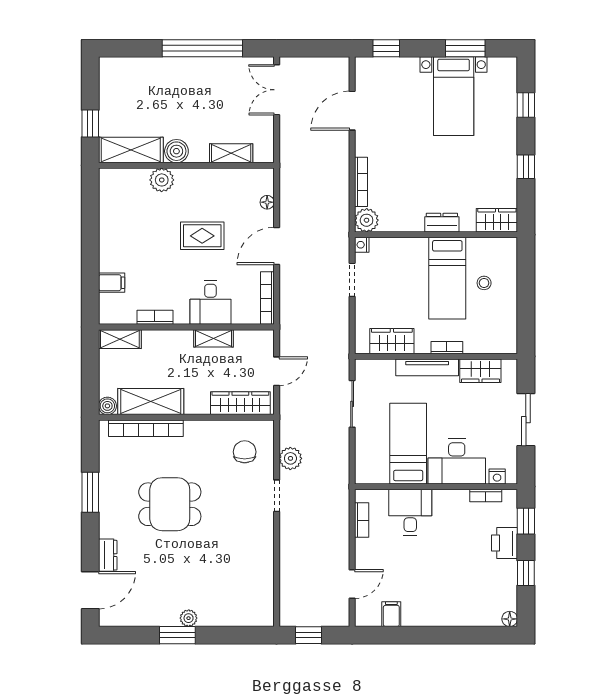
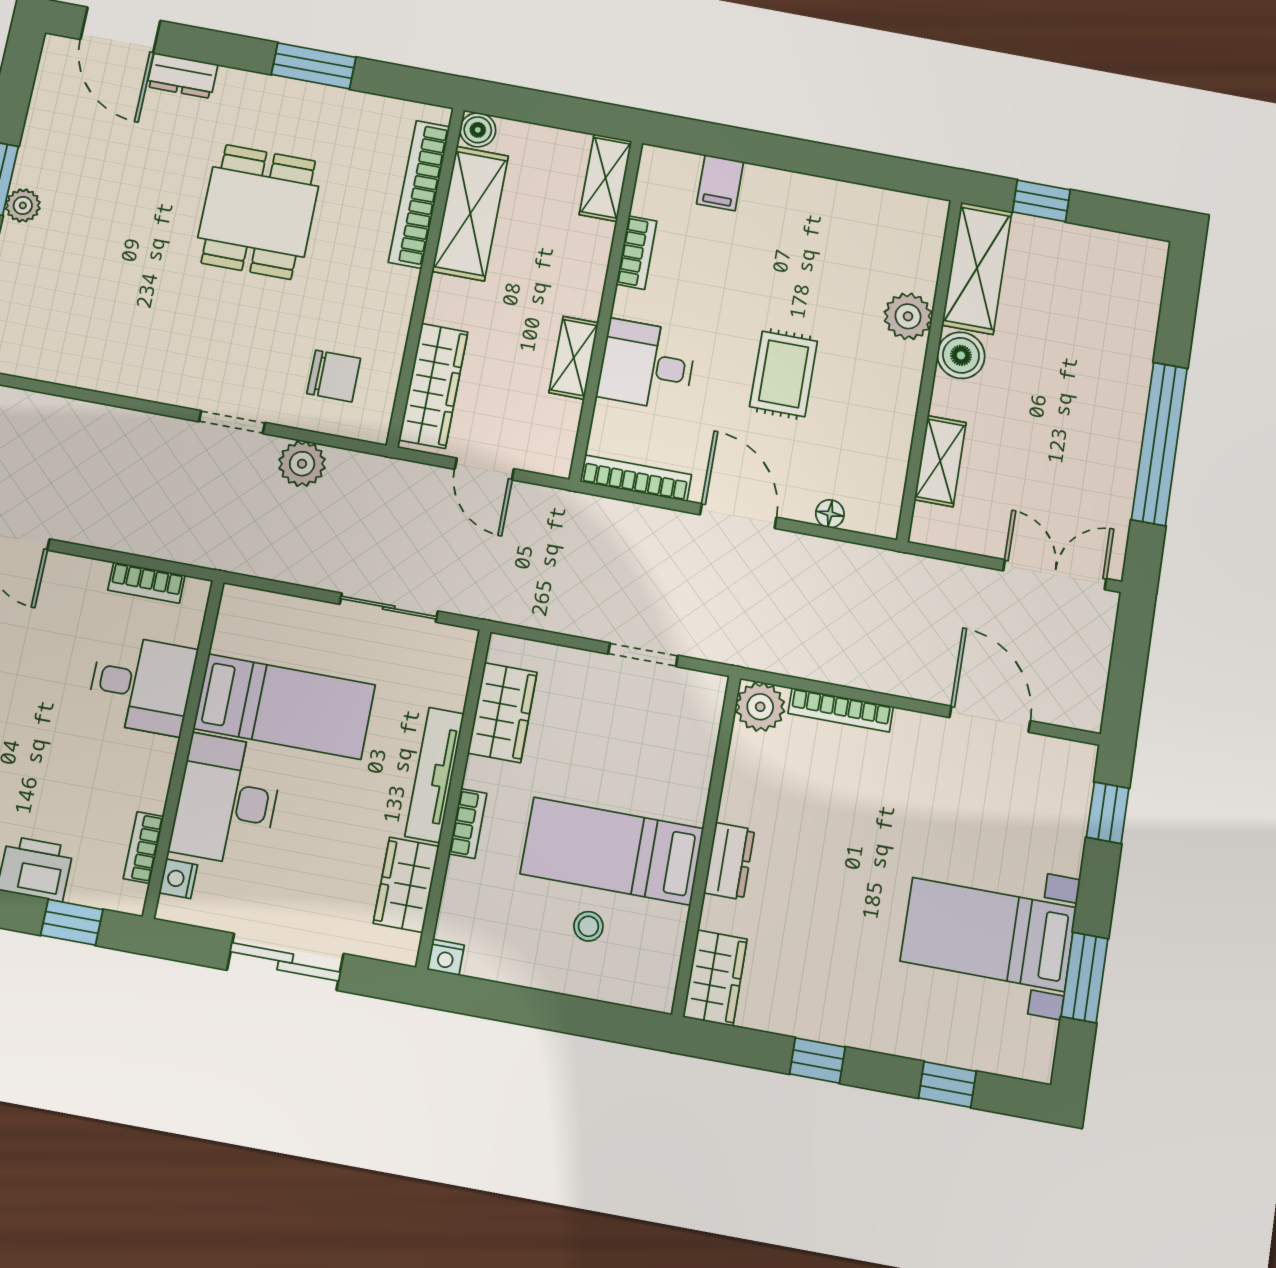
nightstand: (362, 245) -> (446, 957), moved, turned 180

